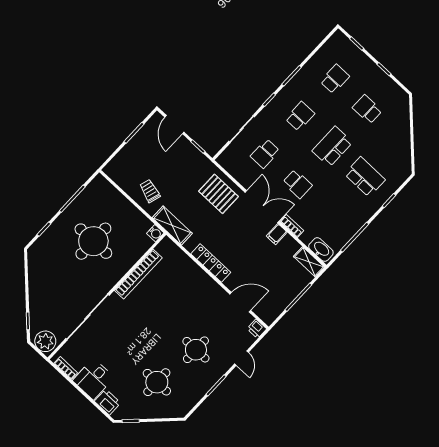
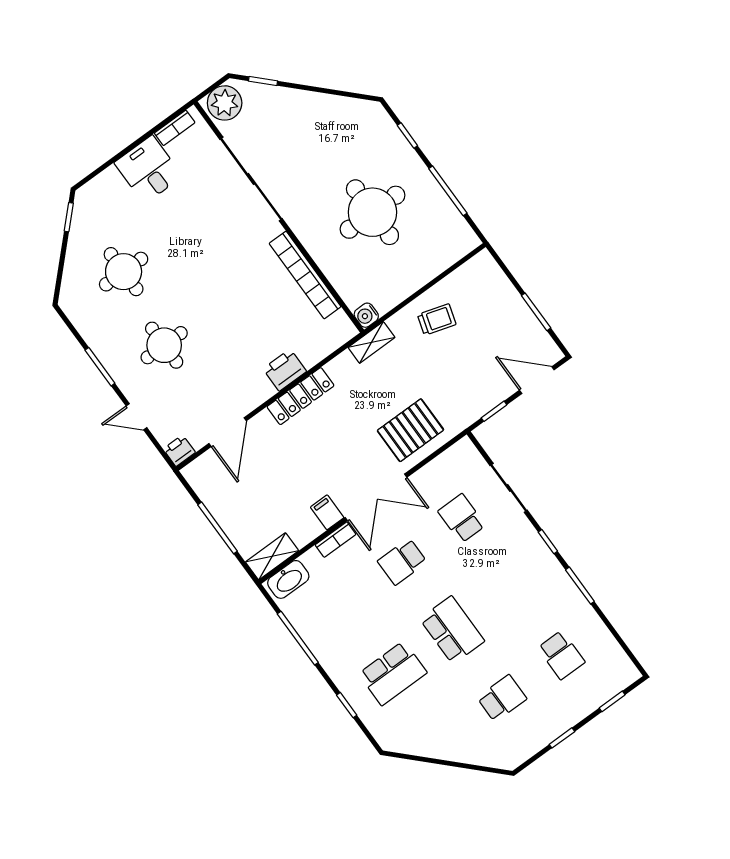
school desk: (300, 116) -> (511, 587), removed
shelving: (172, 226) -> (371, 342), width x0.67, depth x0.75
printer: (108, 402) -> (285, 370), moved, turned 180

